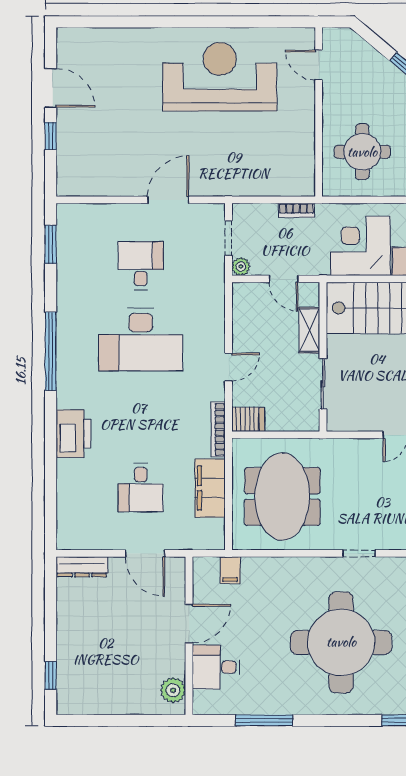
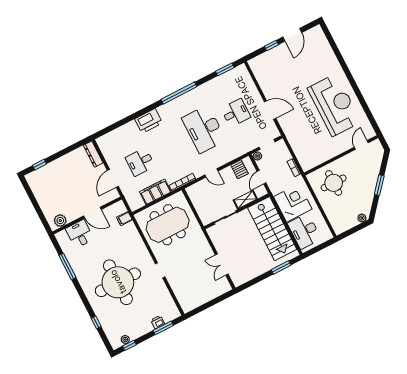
server rack: (248, 419) -> (239, 169), moved

